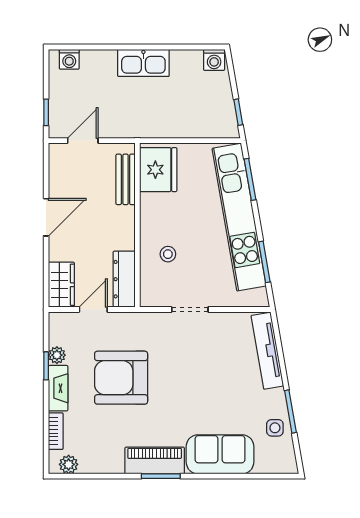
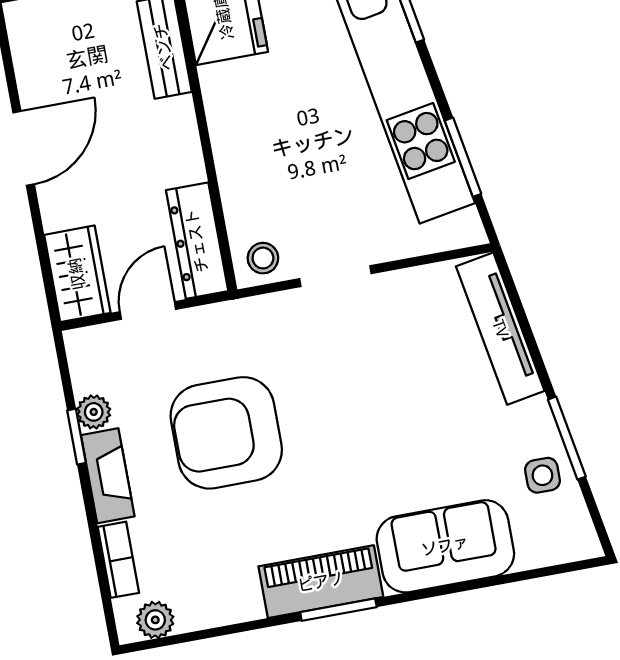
stool: (168, 254) -> (263, 258), moved

